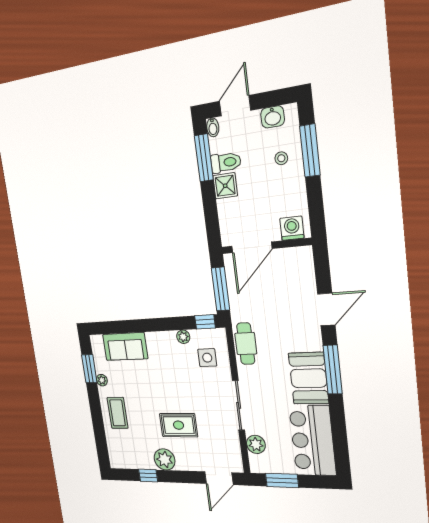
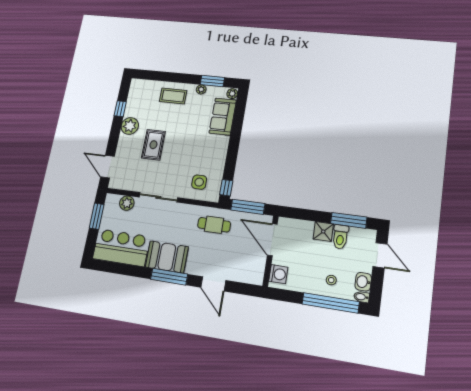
bidet: (213, 127) -> (362, 297), moved
window: (310, 151) -> (331, 303), width x1.46
plant: (183, 337) -> (232, 94), moved
cafe table: (246, 344) -> (214, 225), moved

